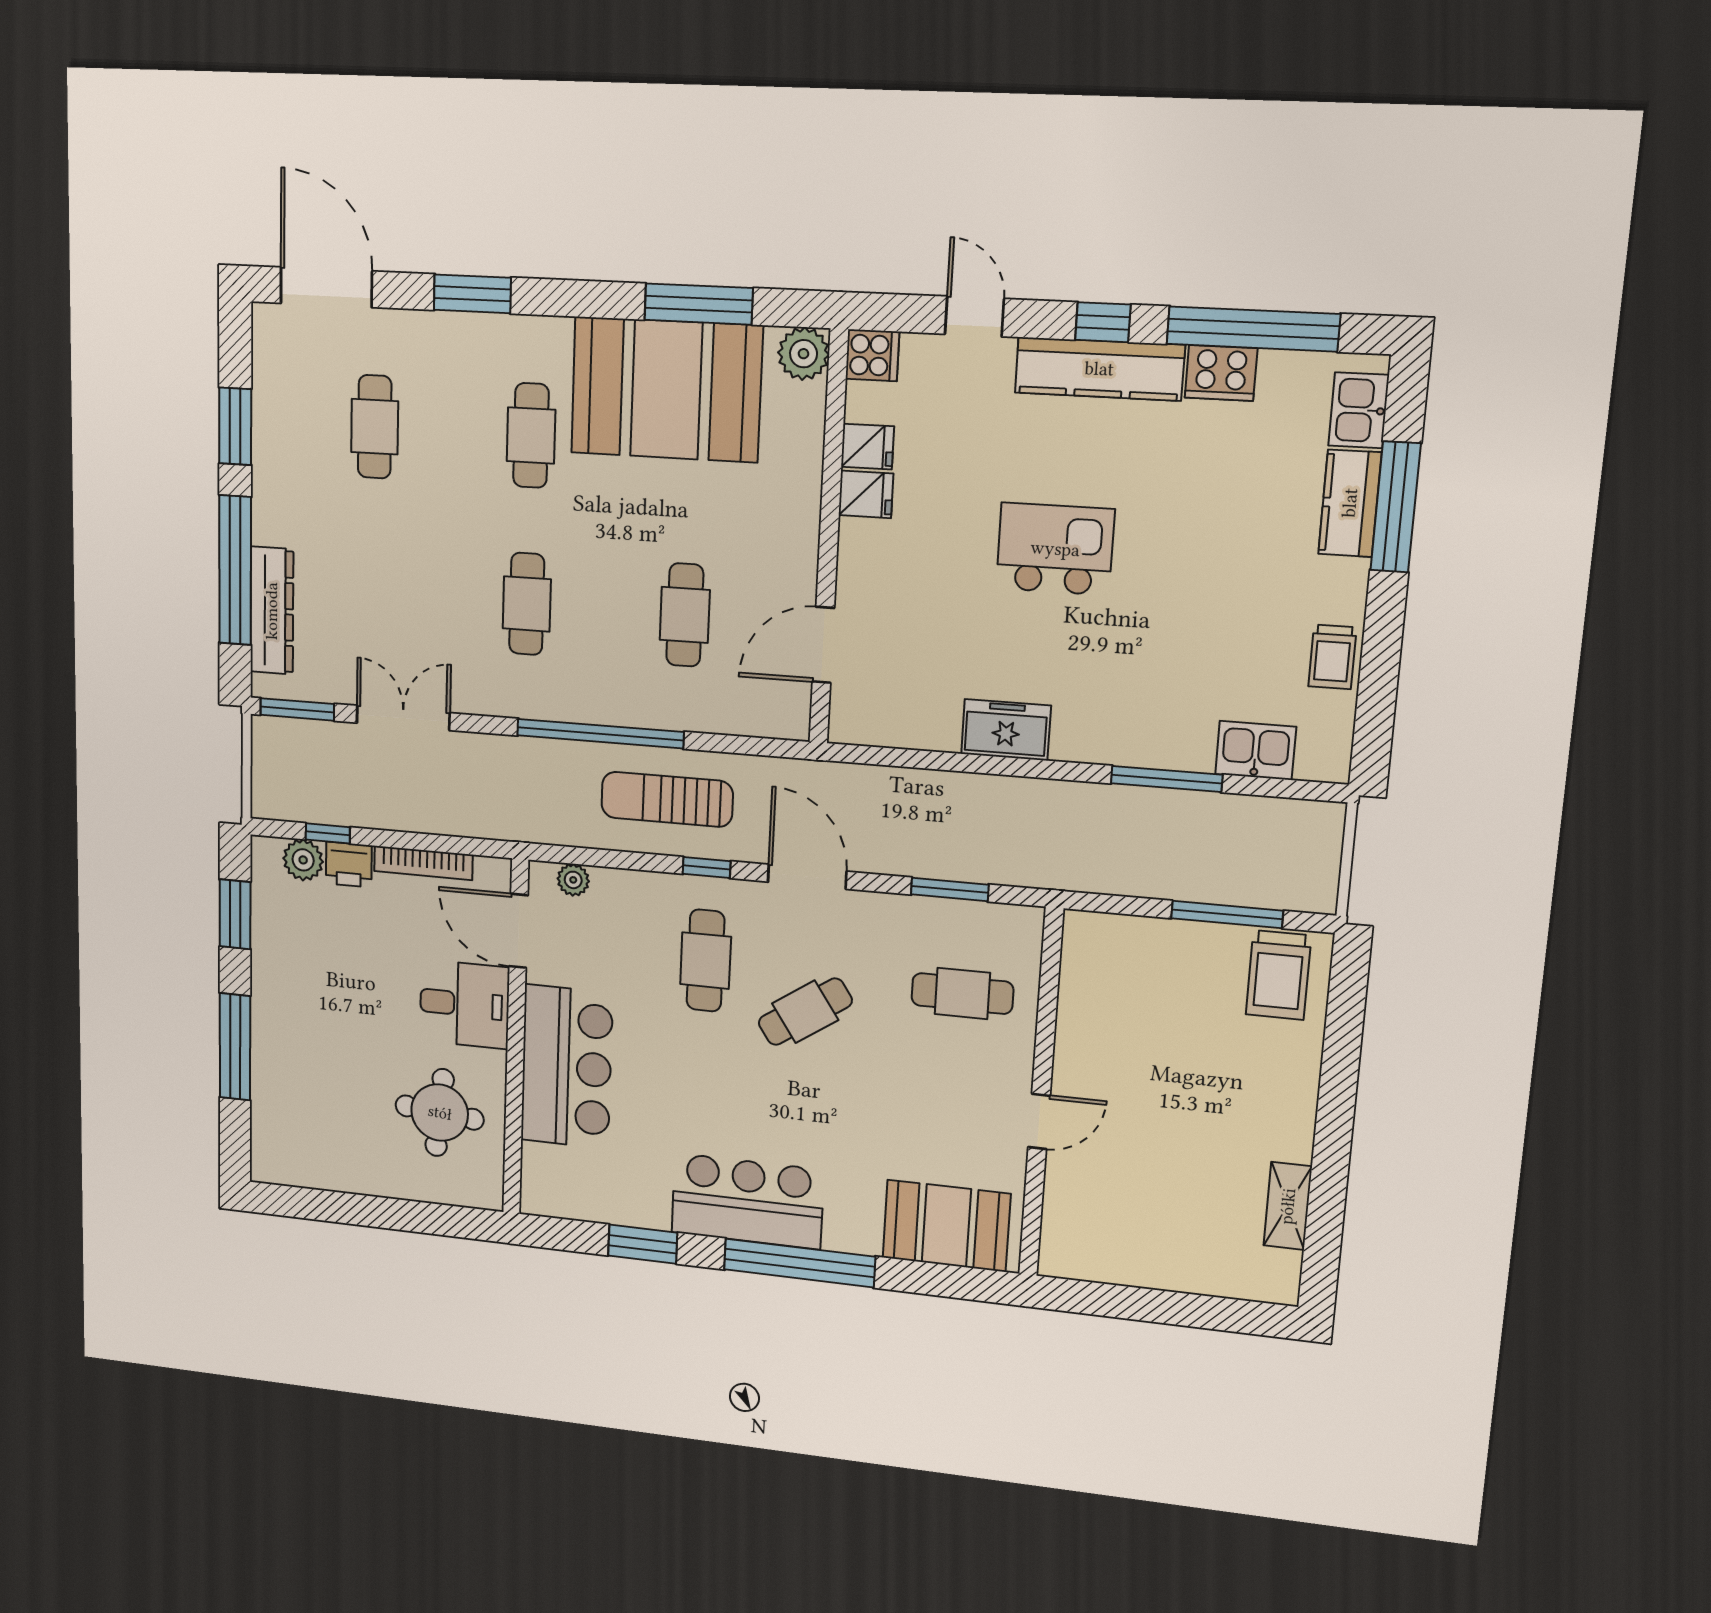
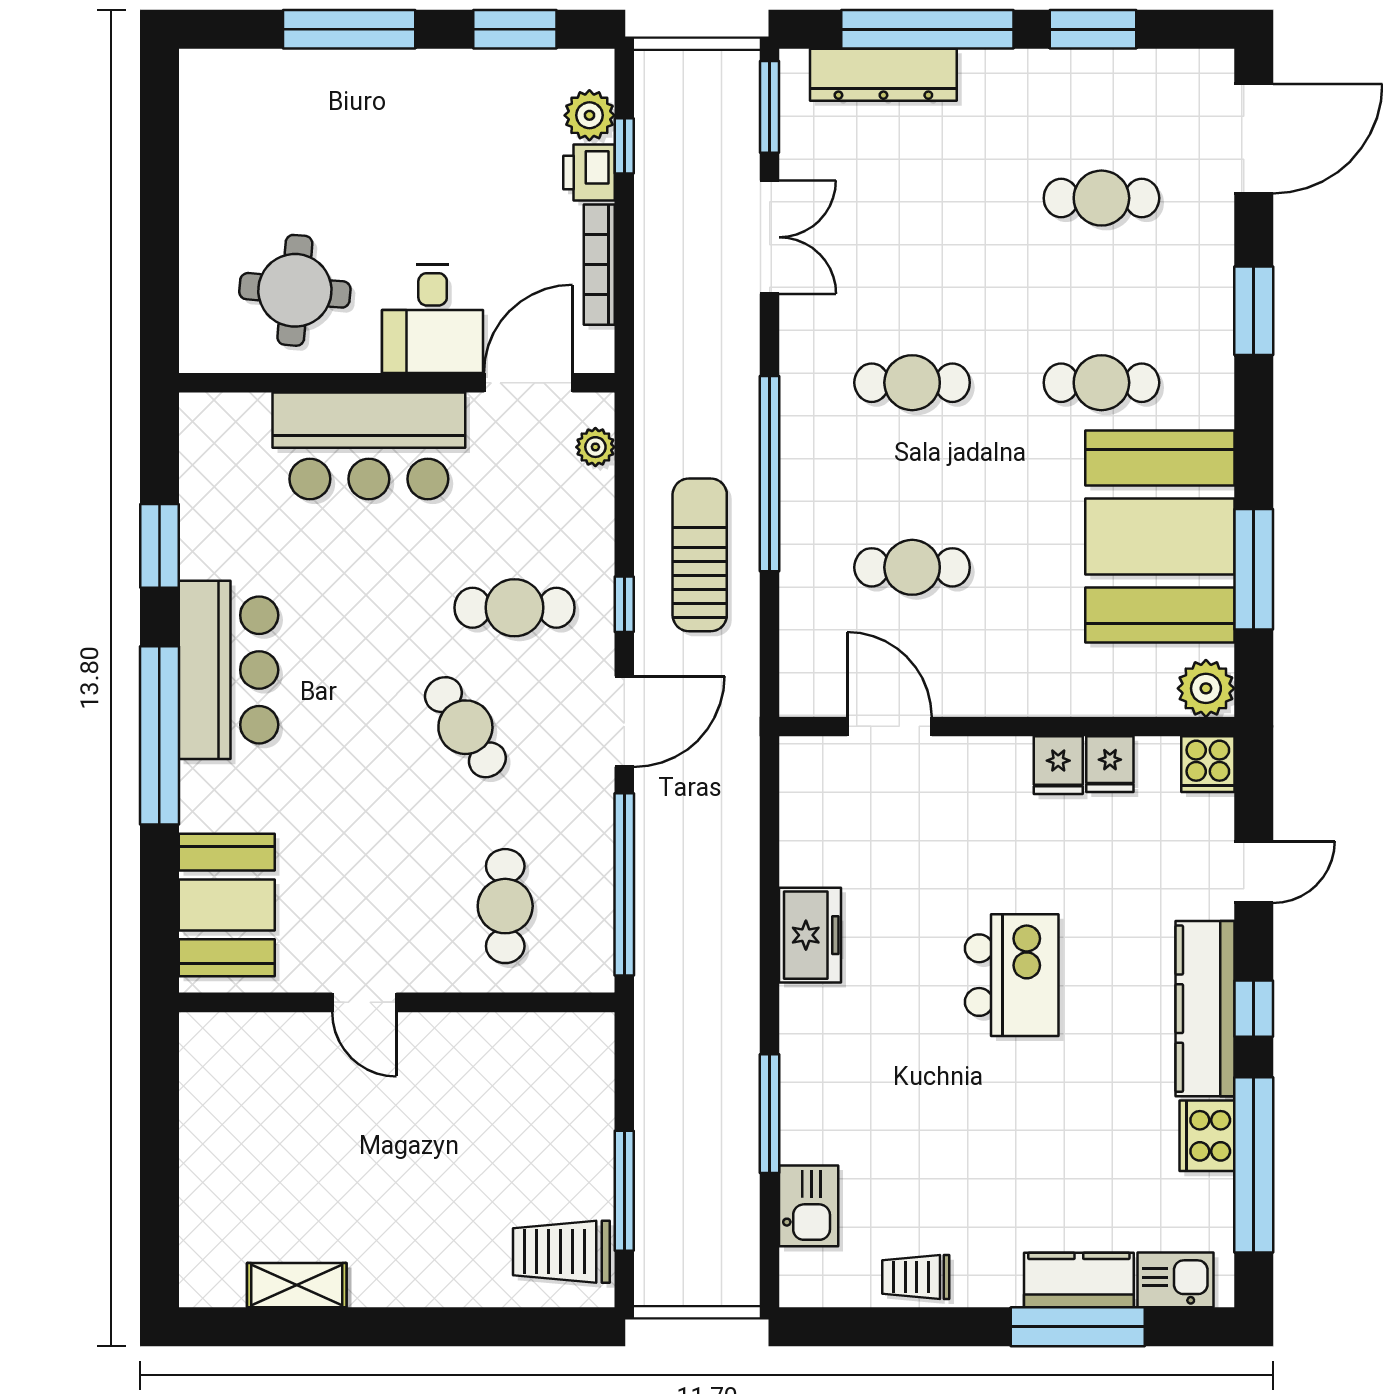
window: (950, 889) -> (624, 884), width x2.11

